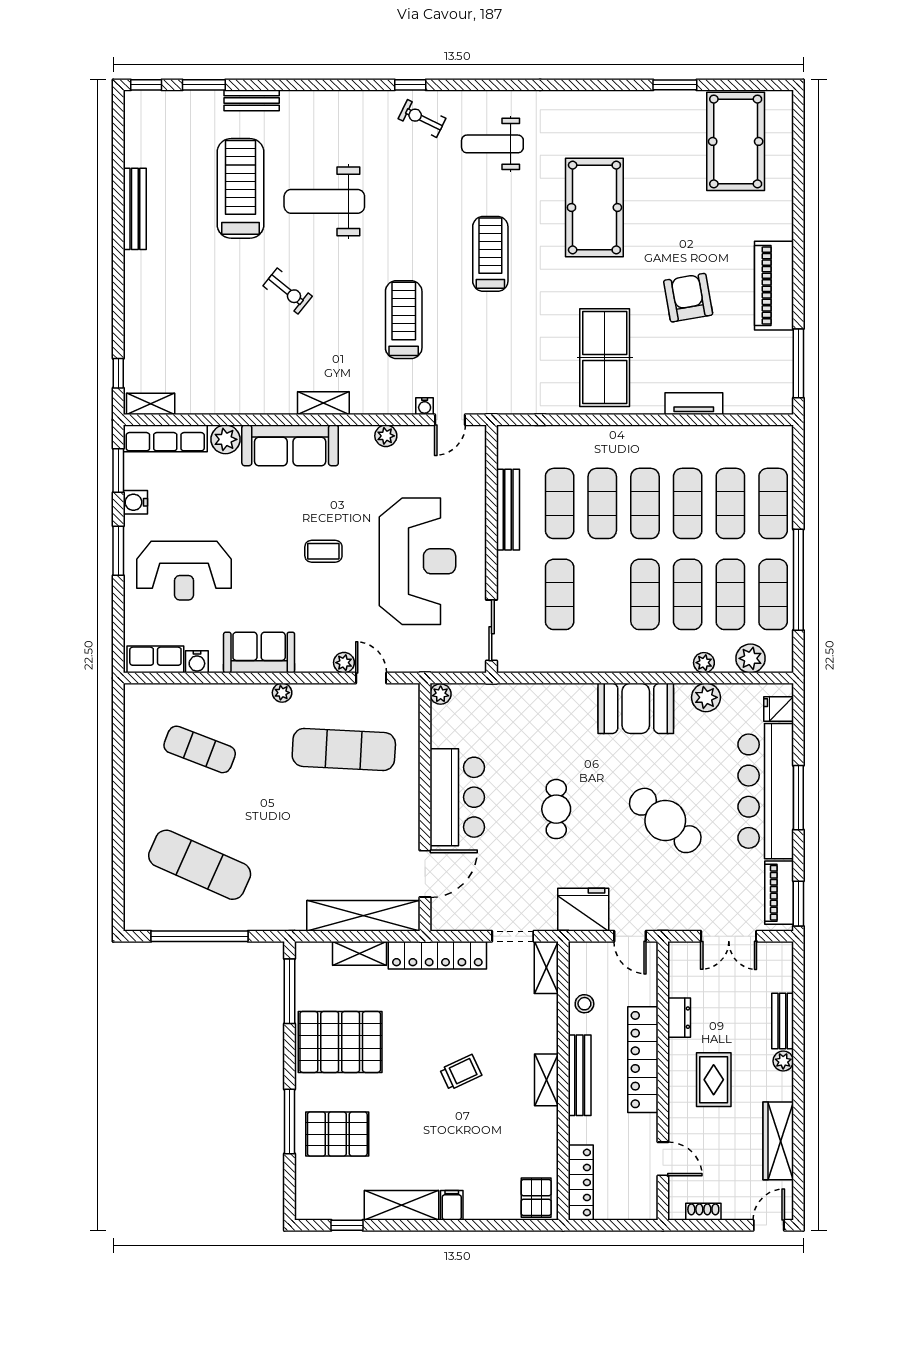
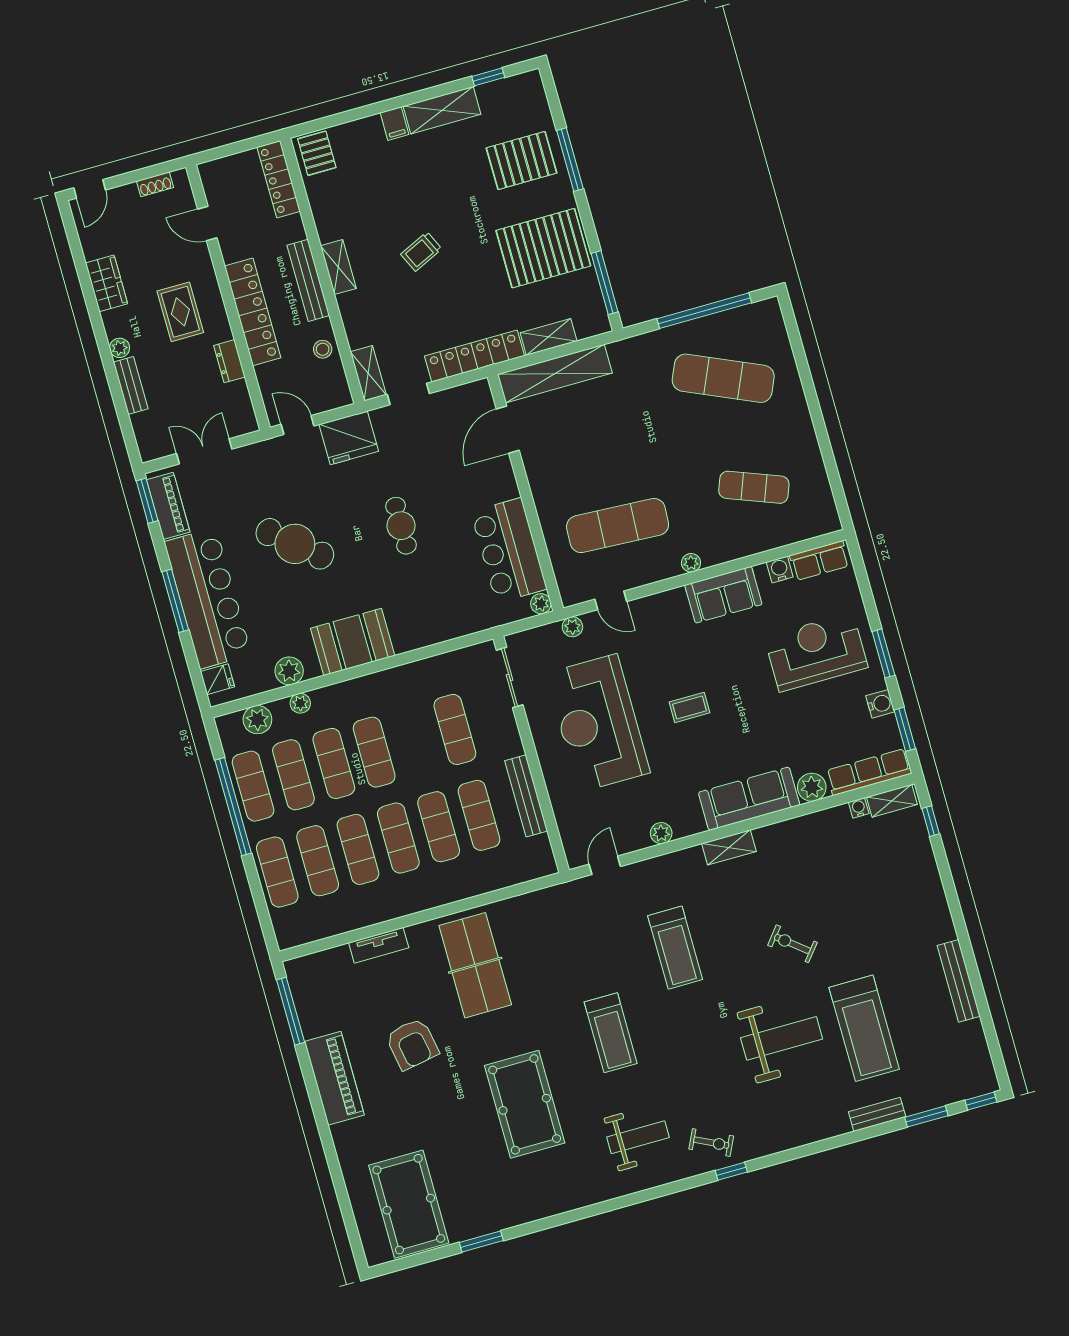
water cooler: (425, 406) -> (859, 808), moved
plant: (344, 663) -> (572, 627), moved
bar counter: (457, 797) -> (509, 550), moved
wardrobe: (778, 1141) -> (107, 283), width x0.67

